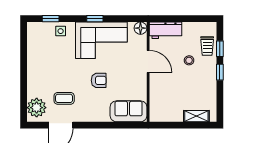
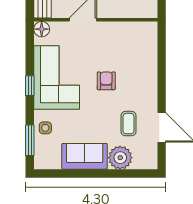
window: (51, 19) -> (30, 140), width x1.50
plant: (37, 108) -> (120, 158), moved
sofa: (129, 111) -> (85, 156), moved, turned 90

